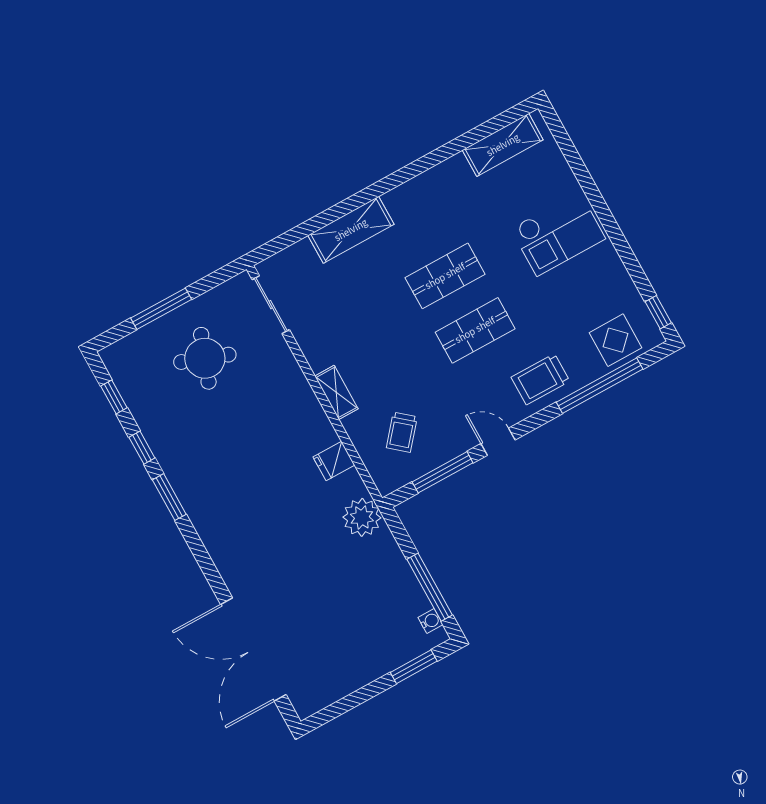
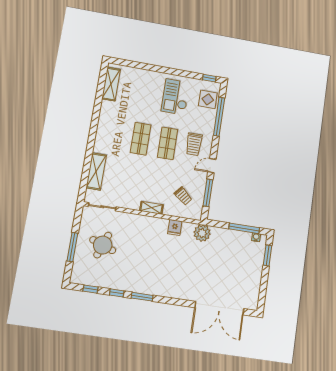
shelving: (351, 230) -> (96, 171), moved
checkout: (558, 234) -> (175, 97), moved, turned 180
trolley: (540, 379) -> (194, 144), moved

